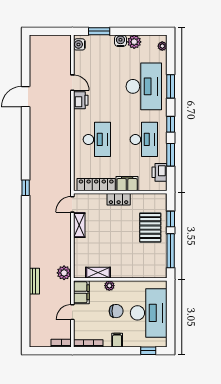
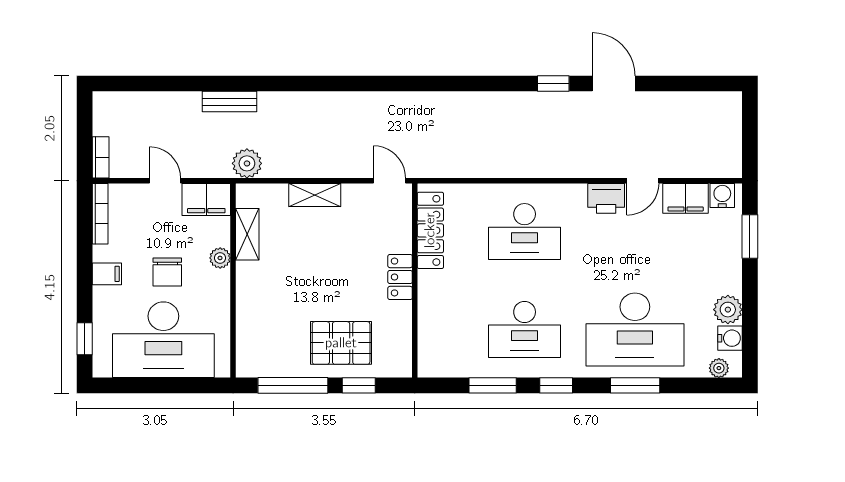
water cooler: (120, 41) -> (730, 338), moved
printer: (160, 172) -> (456, 362), removed
filing cabinet: (127, 184) -> (686, 198), moved, turned 90
window: (26, 188) -> (553, 84), moved
shelving: (79, 225) -> (315, 195), moved

